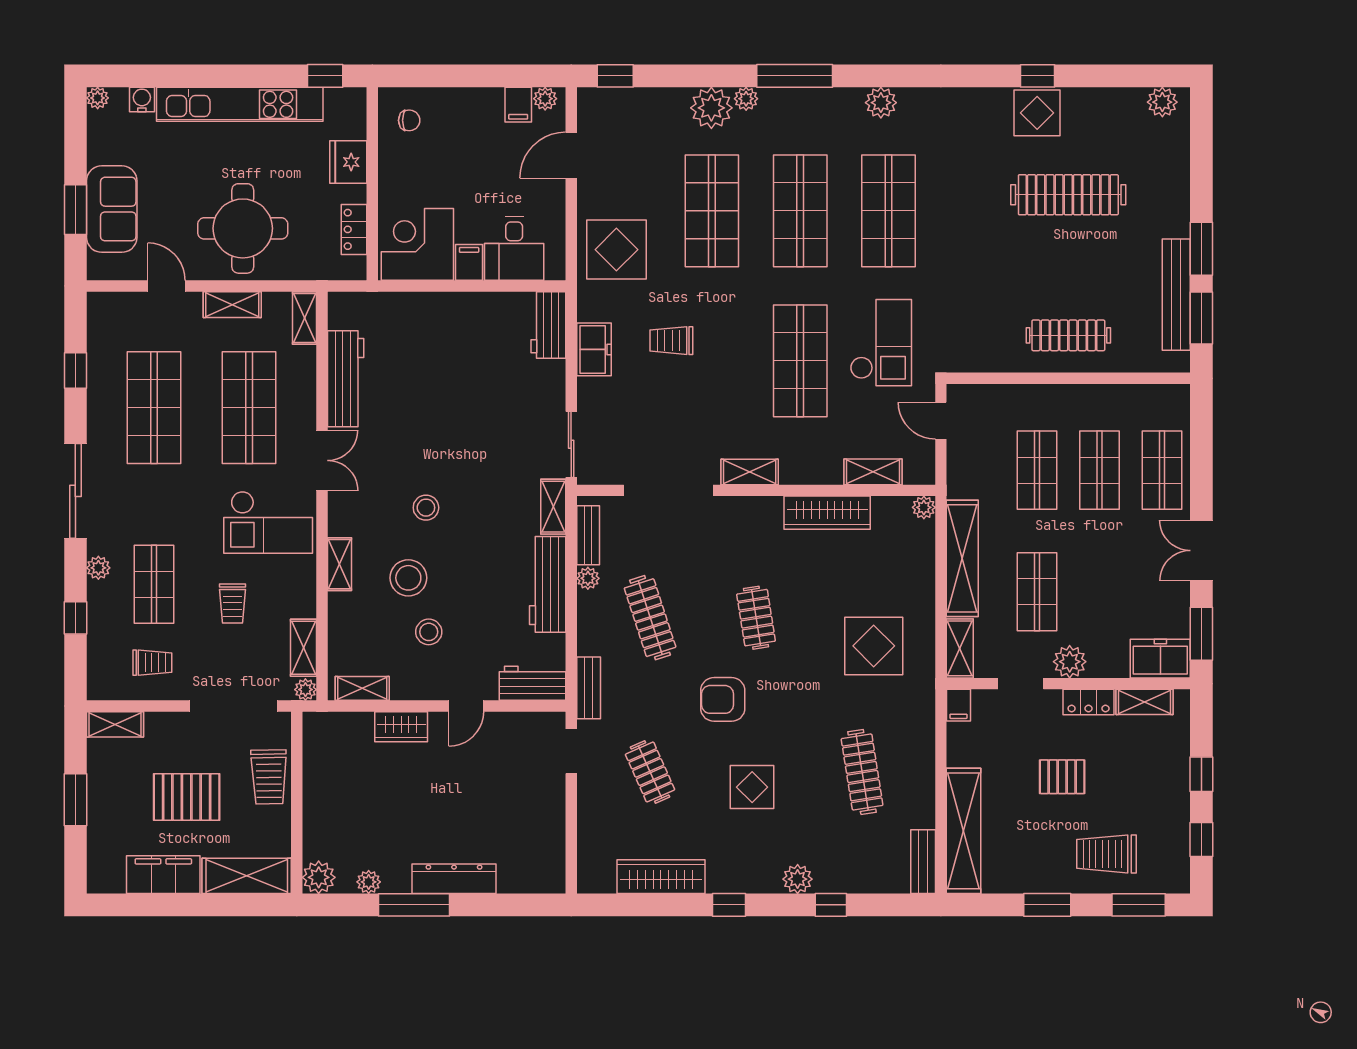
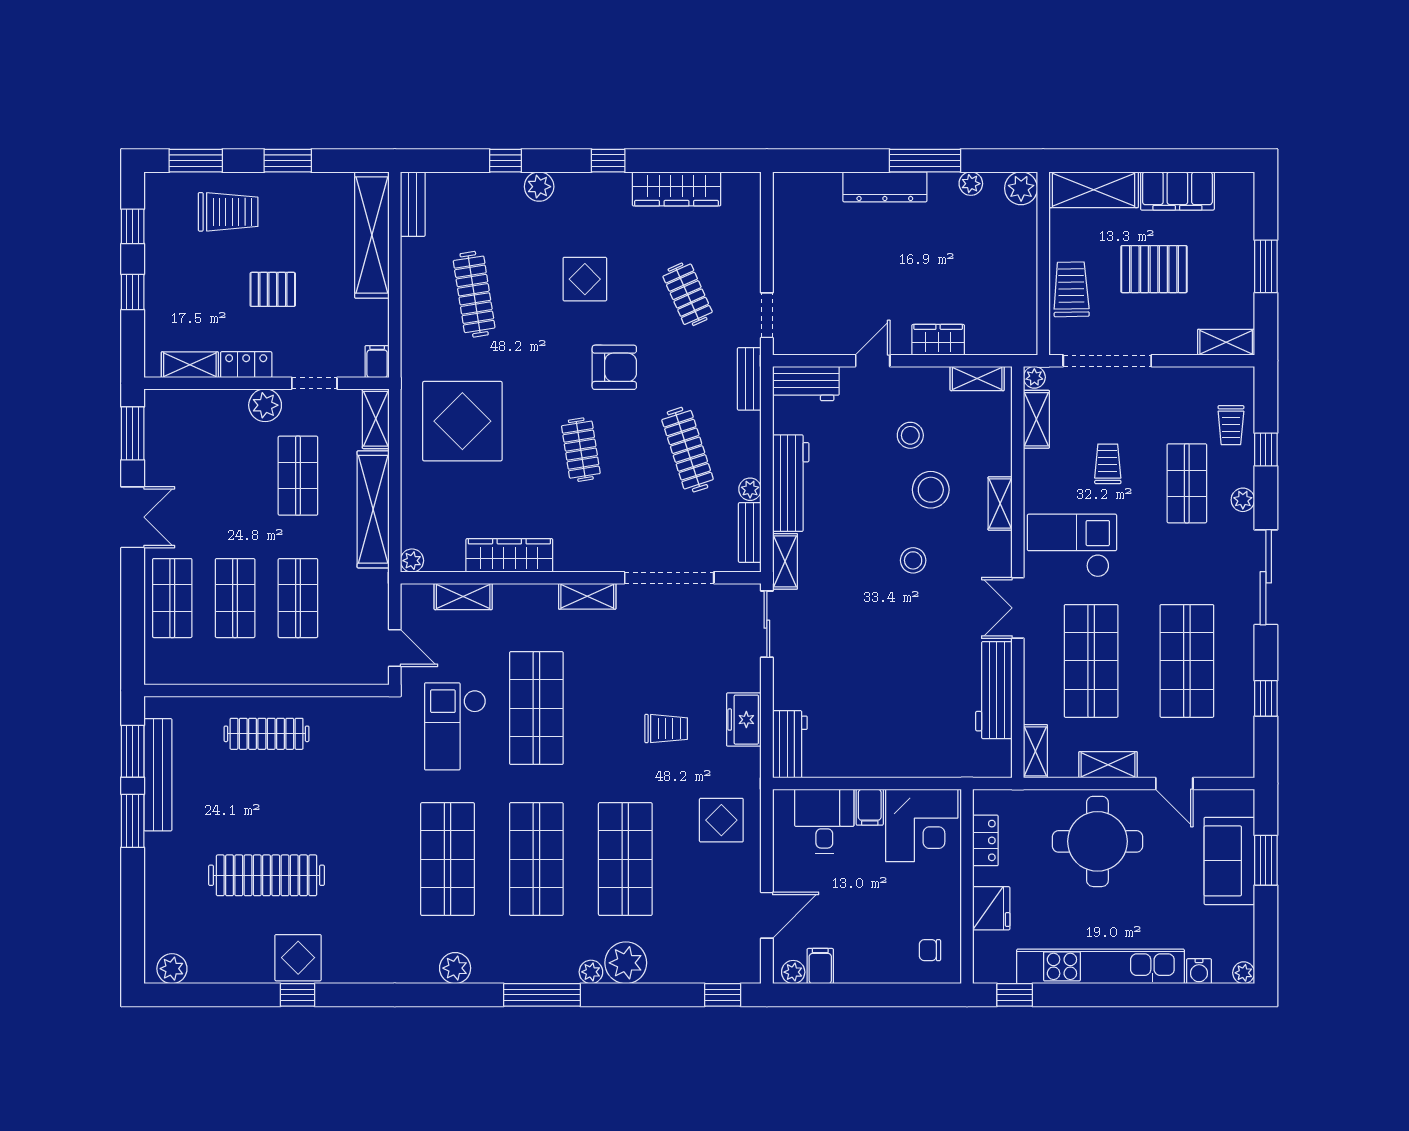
display table: (616, 250) -> (721, 820), width x0.73, depth x0.73
display table: (874, 646) -> (462, 421), width x1.36, depth x1.36
freezer: (1160, 659) -> (174, 408), removed
trolley: (152, 663) -> (1231, 425), moved, turned -90

